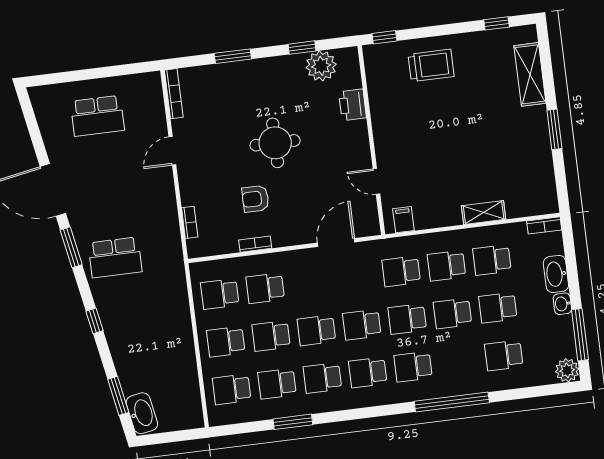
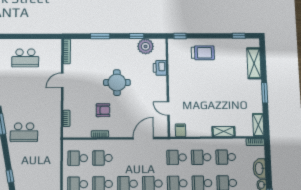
shelving: (547, 192) -> (258, 125), added
armchair: (255, 199) -> (103, 110), turned 180
window: (94, 321) -> (10, 176), moved

